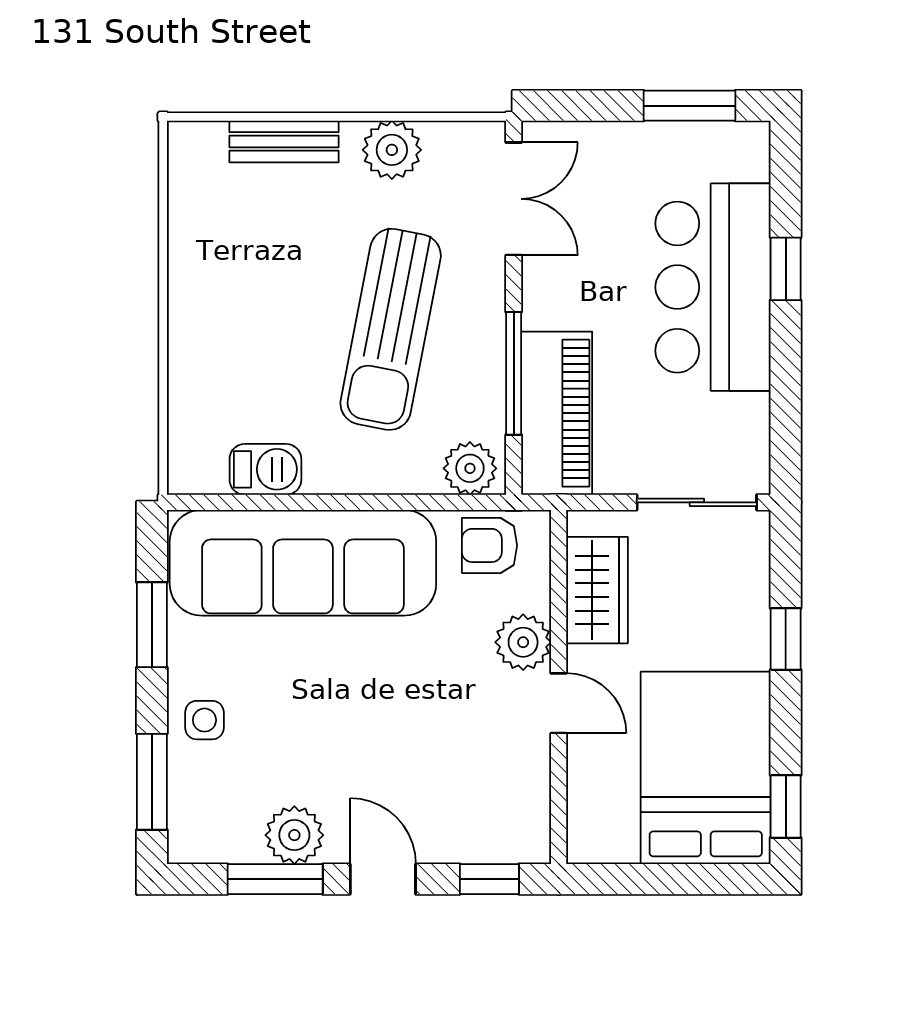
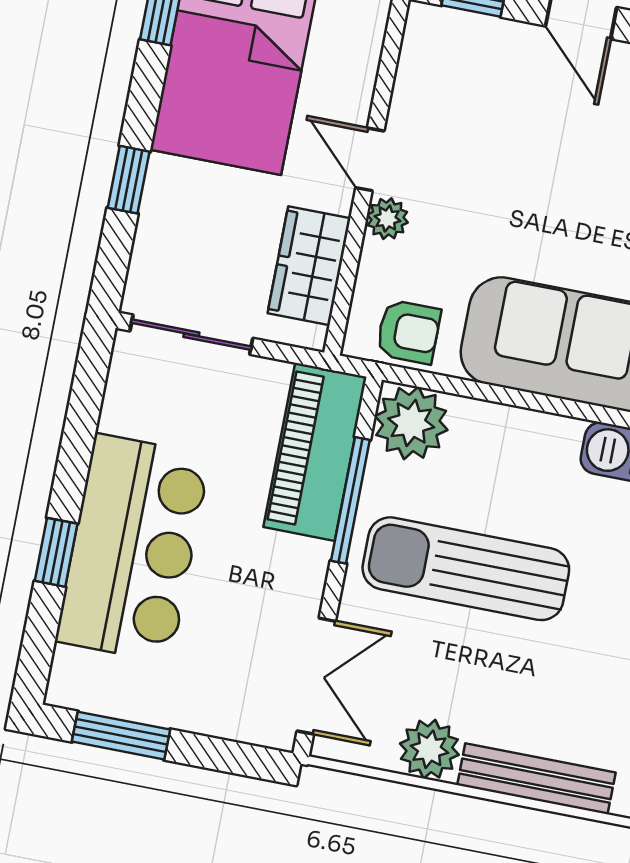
bench: (284, 141) -> (536, 779), width x1.36
double door: (514, 199) -> (316, 676), swing flipped
sun lounger: (391, 329) -> (466, 569), turned -101
plant: (470, 468) -> (411, 423), width x1.36, depth x1.36
plant: (523, 642) -> (387, 219), width x0.73, depth x0.73

